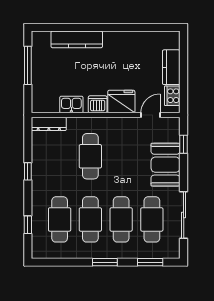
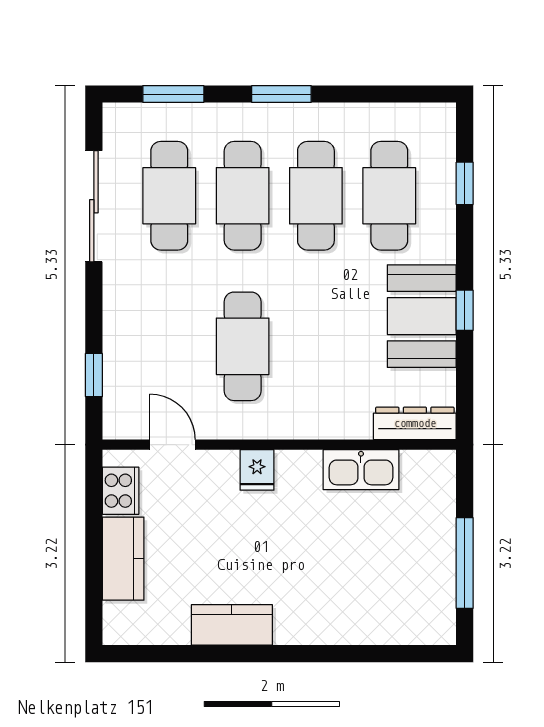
kitchen counter: (77, 39) -> (232, 625), moved, width x0.67
fridge: (121, 102) -> (257, 470), width x0.53, depth x0.75
dishwasher: (98, 104) -> (299, 470), removed
kitchen sink: (71, 105) -> (361, 470), width x1.38
door: (151, 115) -> (172, 445), swing flipped
cafe table: (90, 156) -> (243, 346), moved
booth: (166, 165) -> (422, 316), moved

